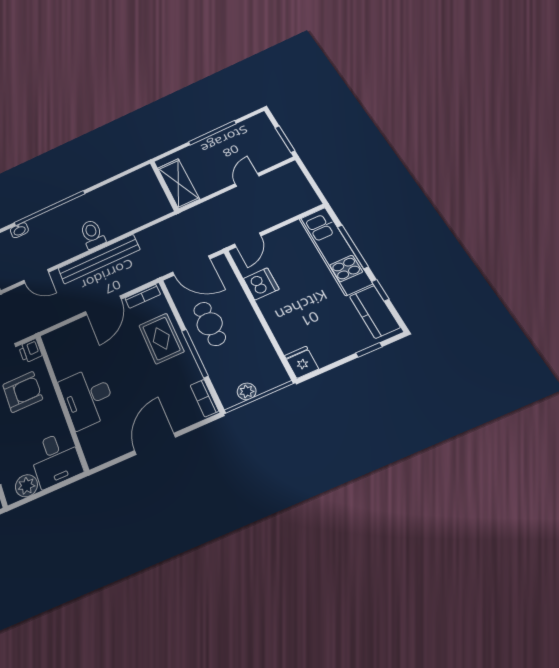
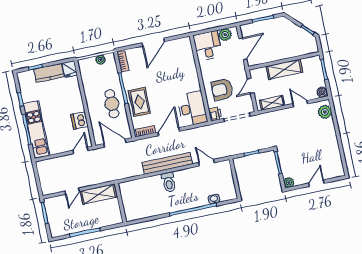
shelving: (178, 183) -> (99, 194), moved, turned 90
kitchen counter: (375, 312) -> (49, 73), moved, turned 90
desk: (87, 397) -> (192, 109), moved

